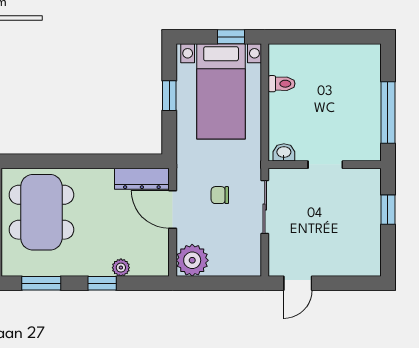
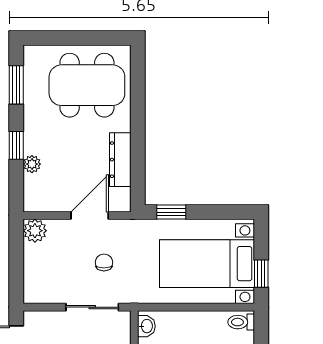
toilet: (282, 84) -> (241, 322), moved, turned 90
window: (169, 96) -> (171, 212), moved
dresser: (142, 179) -> (120, 160), moved
plant: (192, 260) -> (35, 231), width x0.73, depth x0.73

